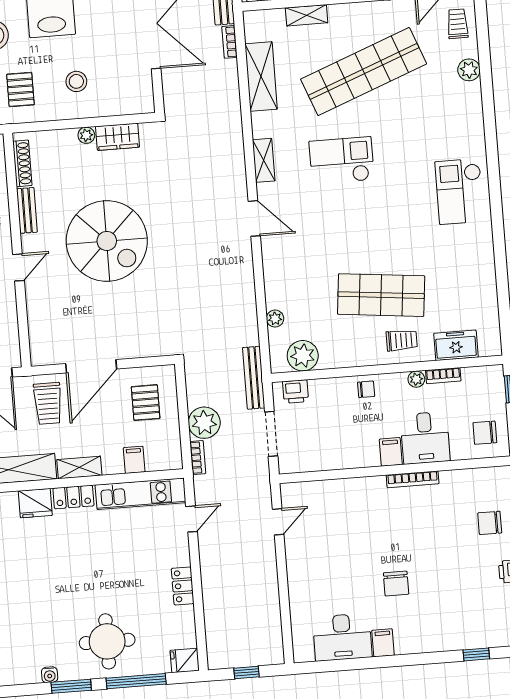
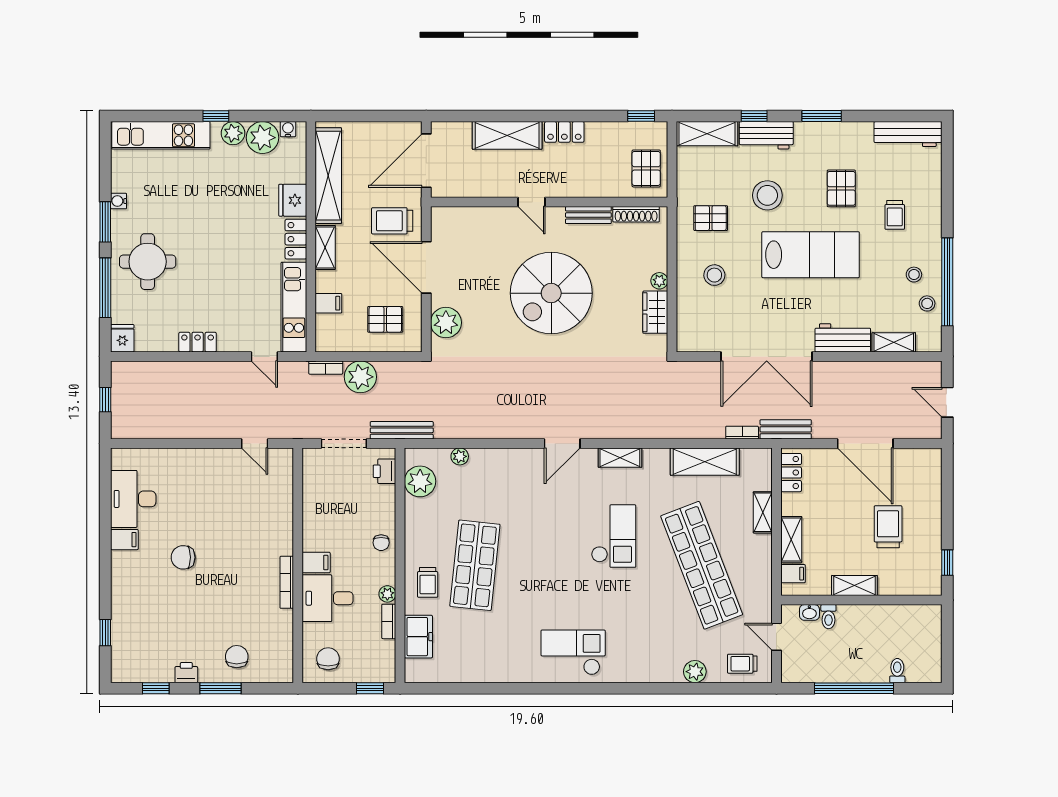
trolley: (457, 24) -> (742, 664), turned 180
plant: (144, 343) -> (446, 323), added

